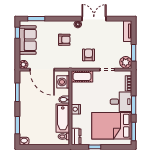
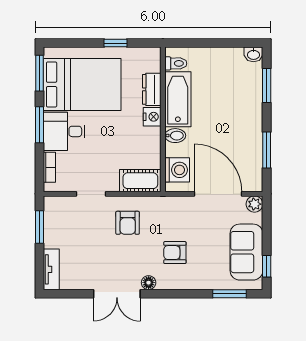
plant: (126, 62) -> (55, 208), removed
dresser: (76, 137) -> (152, 89), moved

